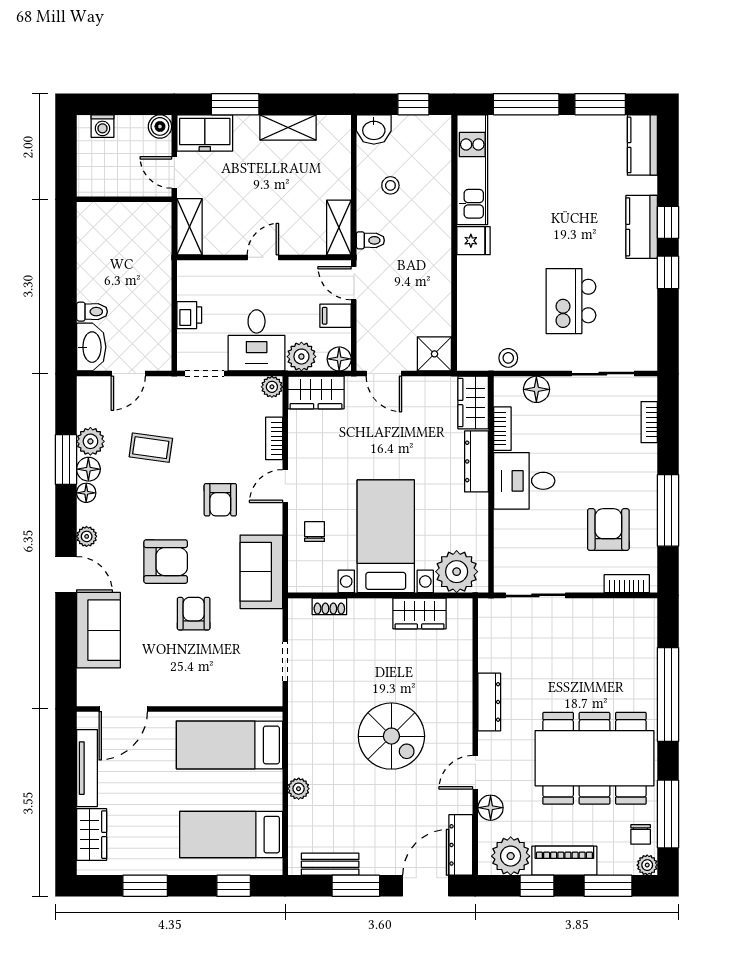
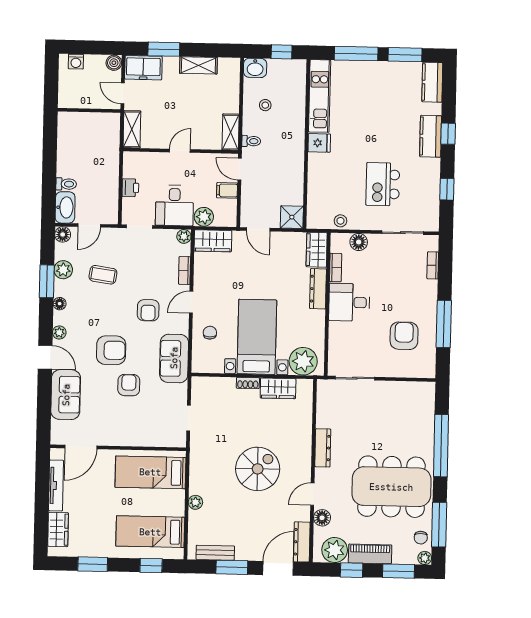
window: (668, 272) -> (447, 189), moved
floor lamp: (339, 359) -> (229, 219), removed
floor lamp: (88, 469) -> (63, 234), moved
bookcase: (627, 584) -> (415, 372), removed
shoe rack: (329, 606) -> (248, 383), moved
spiral stairs: (391, 736) -> (258, 469), turned -90

